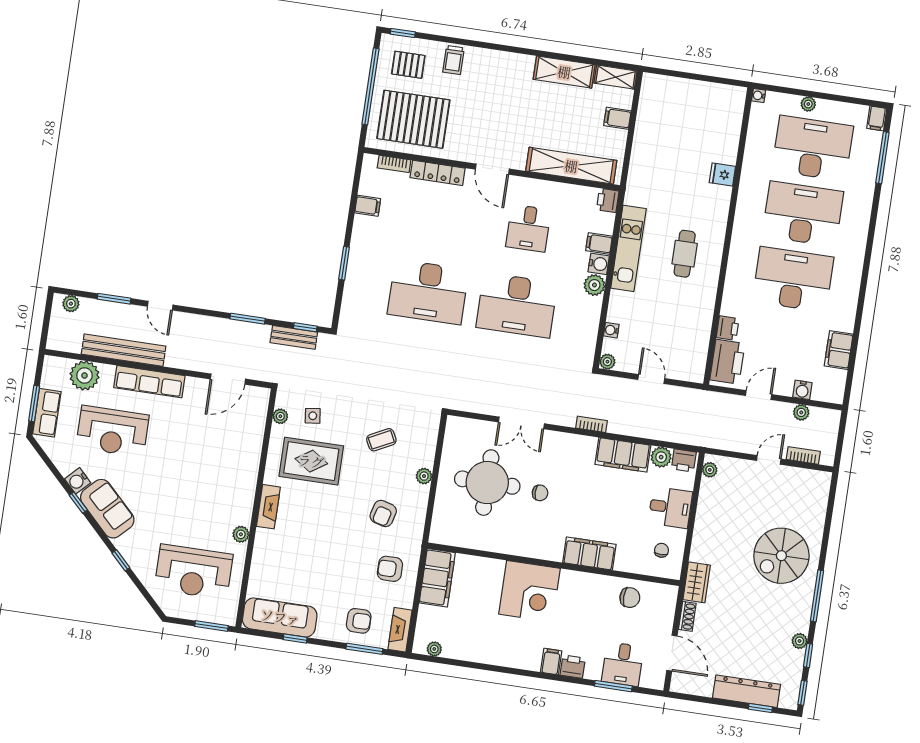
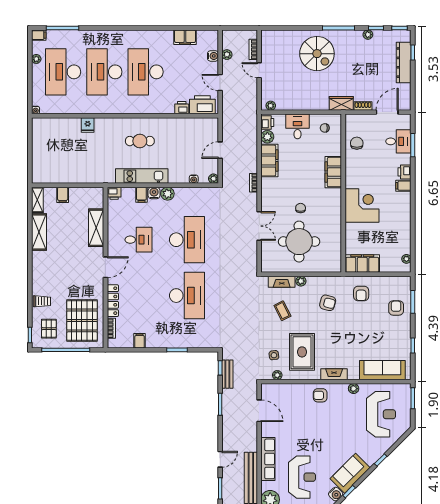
plant: (808, 104) -> (36, 59), moved
shelving: (571, 166) -> (96, 228), width x0.68
armchair: (238, 480) -> (320, 395), added
sofa: (280, 617) -> (382, 370), moved, turned 90
fireplace: (400, 630) -> (282, 282), moved

